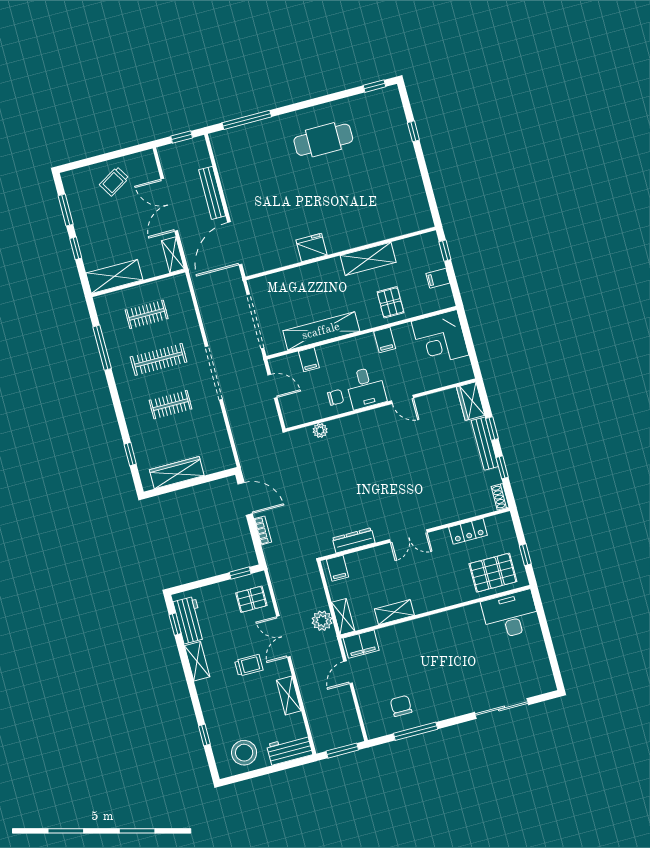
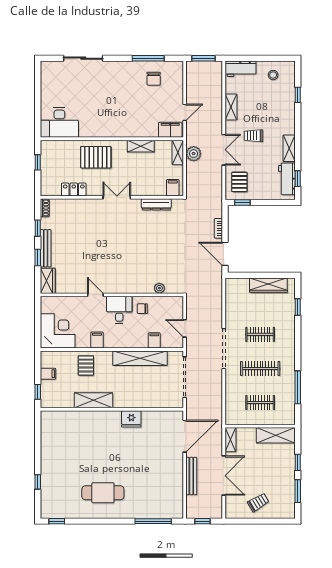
pallet: (493, 573) -> (96, 157), moved
pallet: (251, 599) -> (239, 182), turned 90
stool: (244, 753) -> (273, 75), width x0.53, depth x0.53

